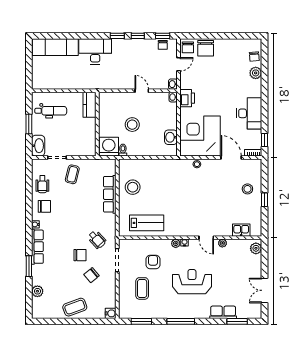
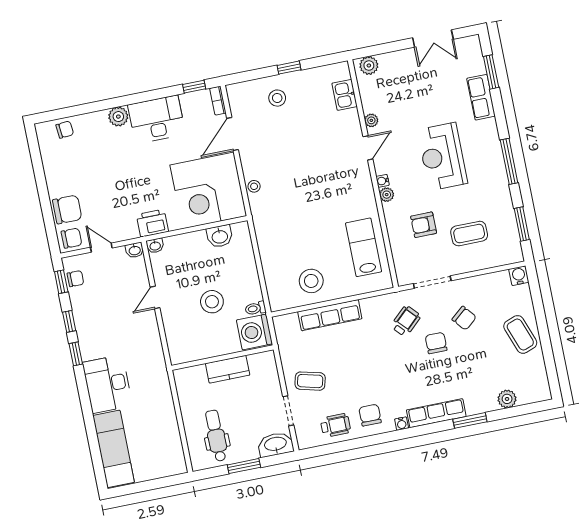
plant: (256, 73) -> (118, 117), moved
kitchen counter: (89, 105) -> (228, 369), moved

